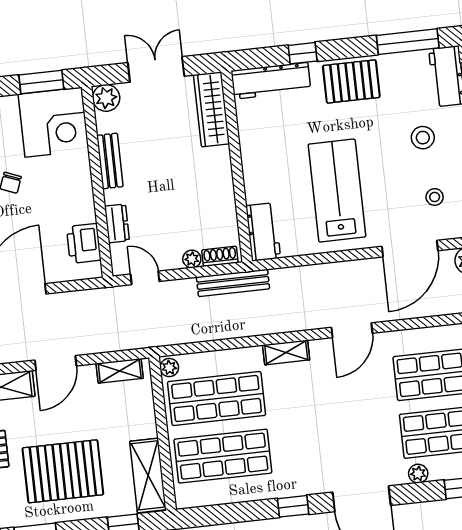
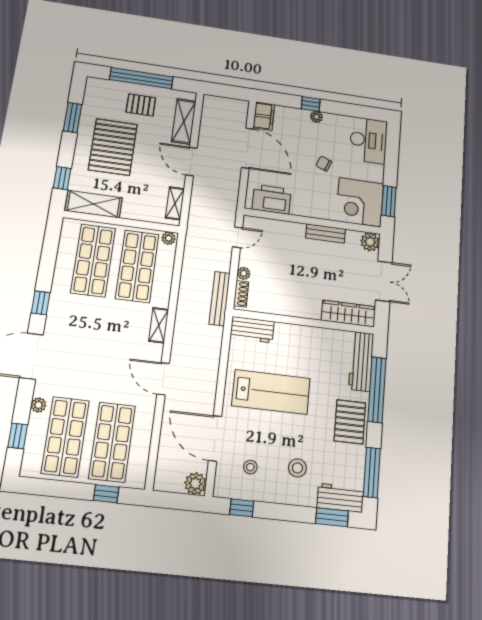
window: (303, 53) -> (377, 390), width x3.17
dresser: (117, 223) -> (281, 227), removed
printer: (84, 243) -> (272, 199), width x1.37, depth x1.19

